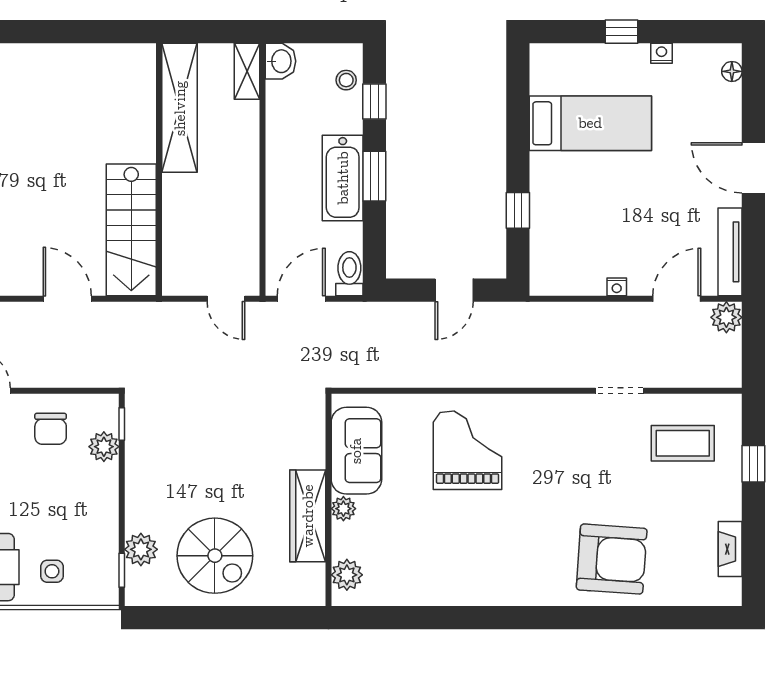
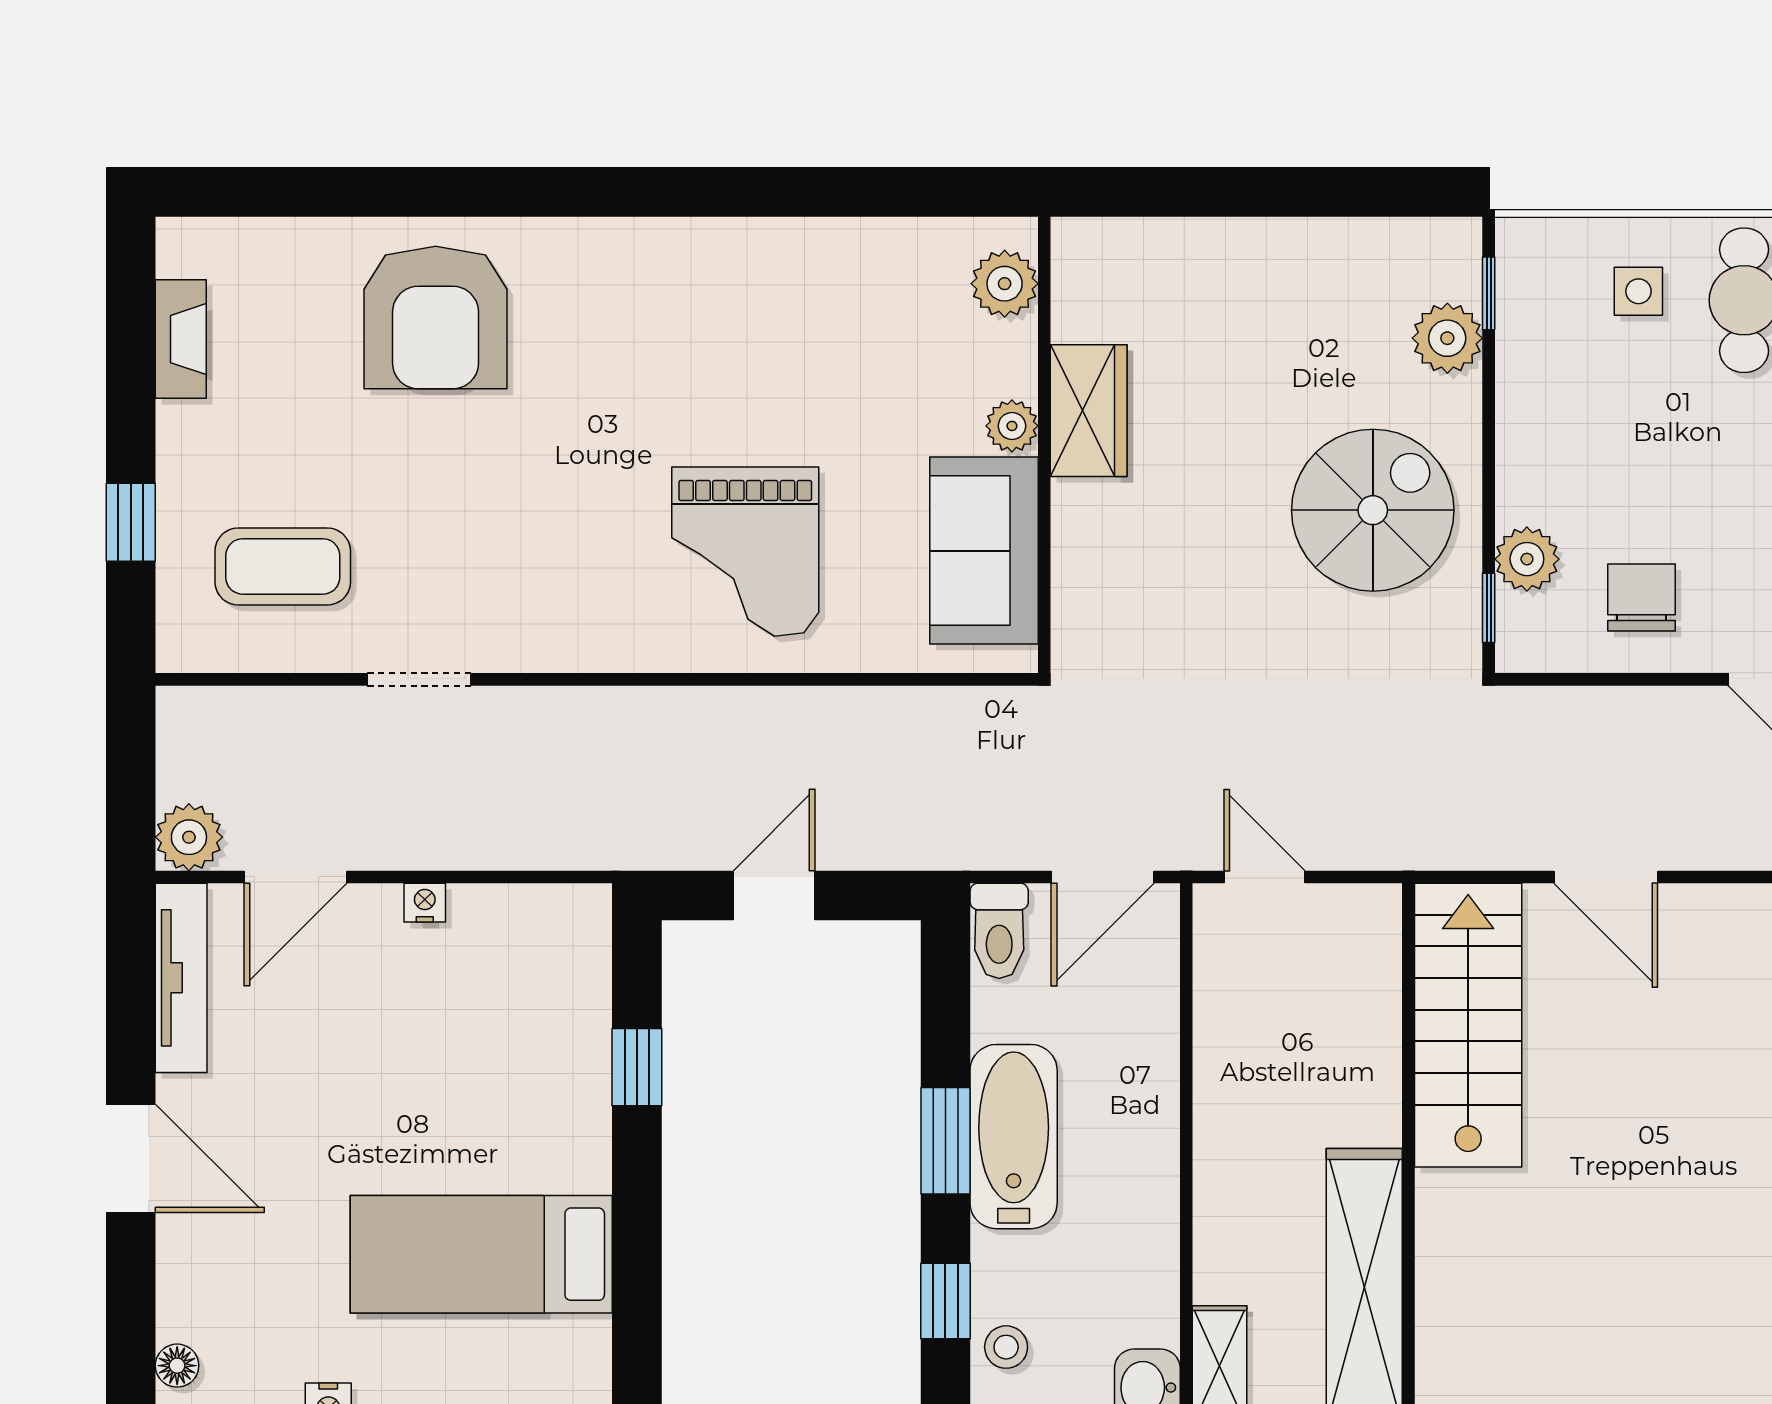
wardrobe: (308, 516) -> (1089, 411), width x0.67
spiral stairs: (215, 556) -> (1373, 510), moved, turned 90
armchair: (612, 559) -> (436, 318), turned -94

